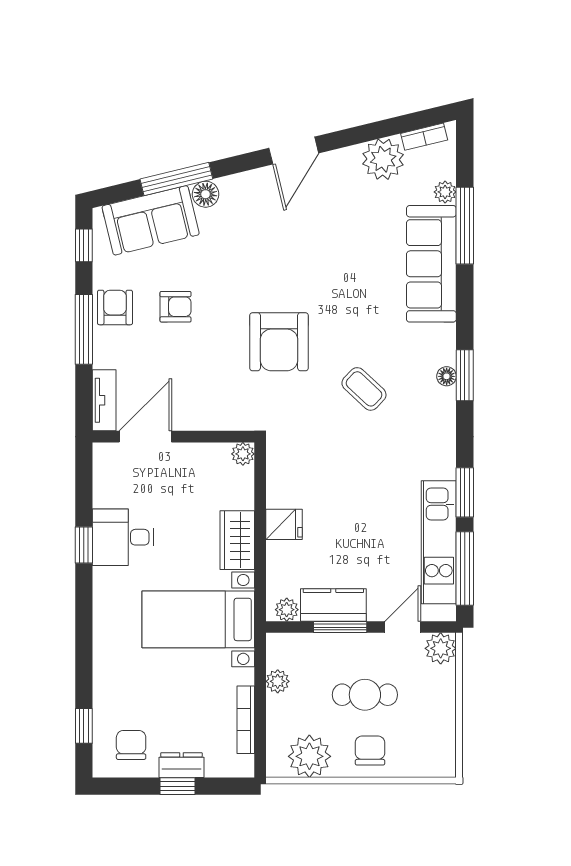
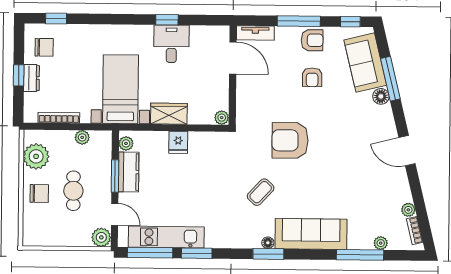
plant: (383, 159) -> (408, 210), width x0.53, depth x0.53
sofa: (431, 264) -> (311, 234), moved

